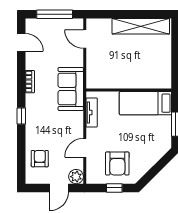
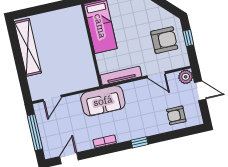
tv unit: (92, 113) -> (121, 76), width x1.41

